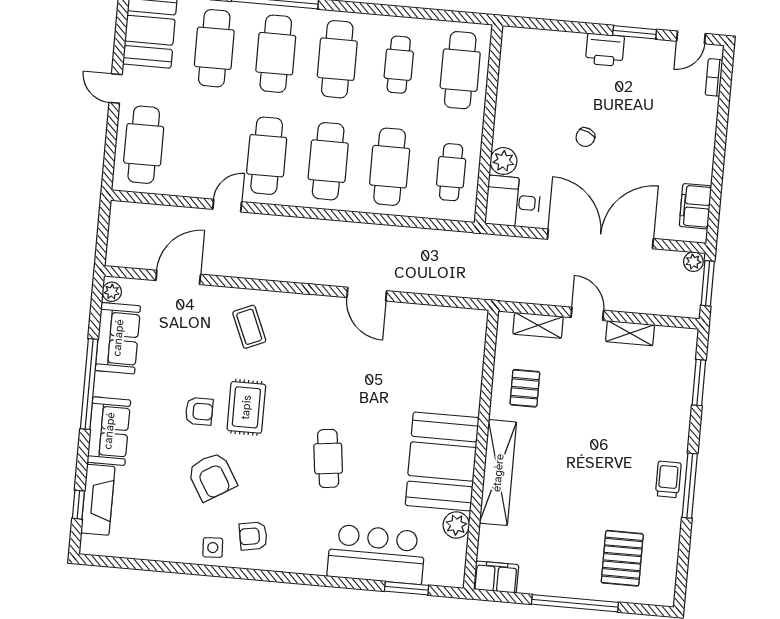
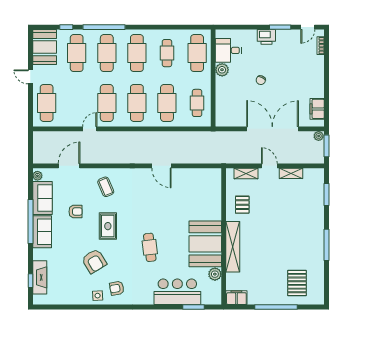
plant: (503, 161) -> (222, 70), moved
desk: (513, 202) -> (228, 50), moved
armchair: (199, 411) -> (76, 212), moved
sofa: (109, 431) -> (42, 232), moved
trolley: (668, 479) -> (316, 243), removed

